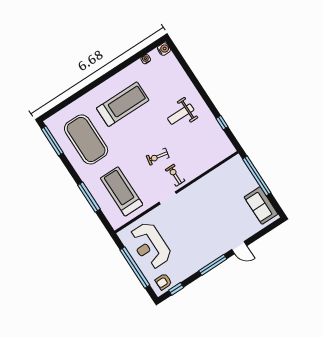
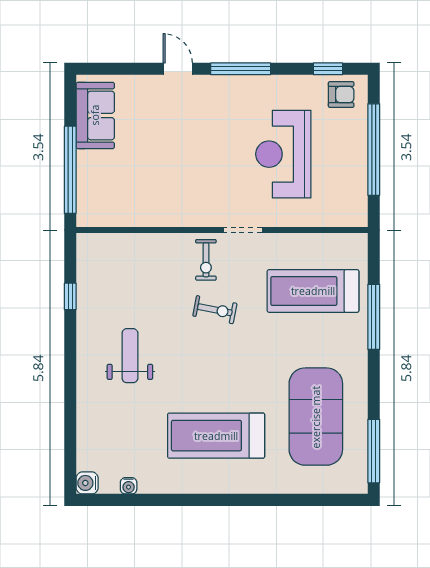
weight bench: (181, 114) -> (130, 356), turned -90
treadmill: (122, 191) -> (313, 291), turned 90
reception desk: (150, 246) -> (283, 154), moved, turned 180

